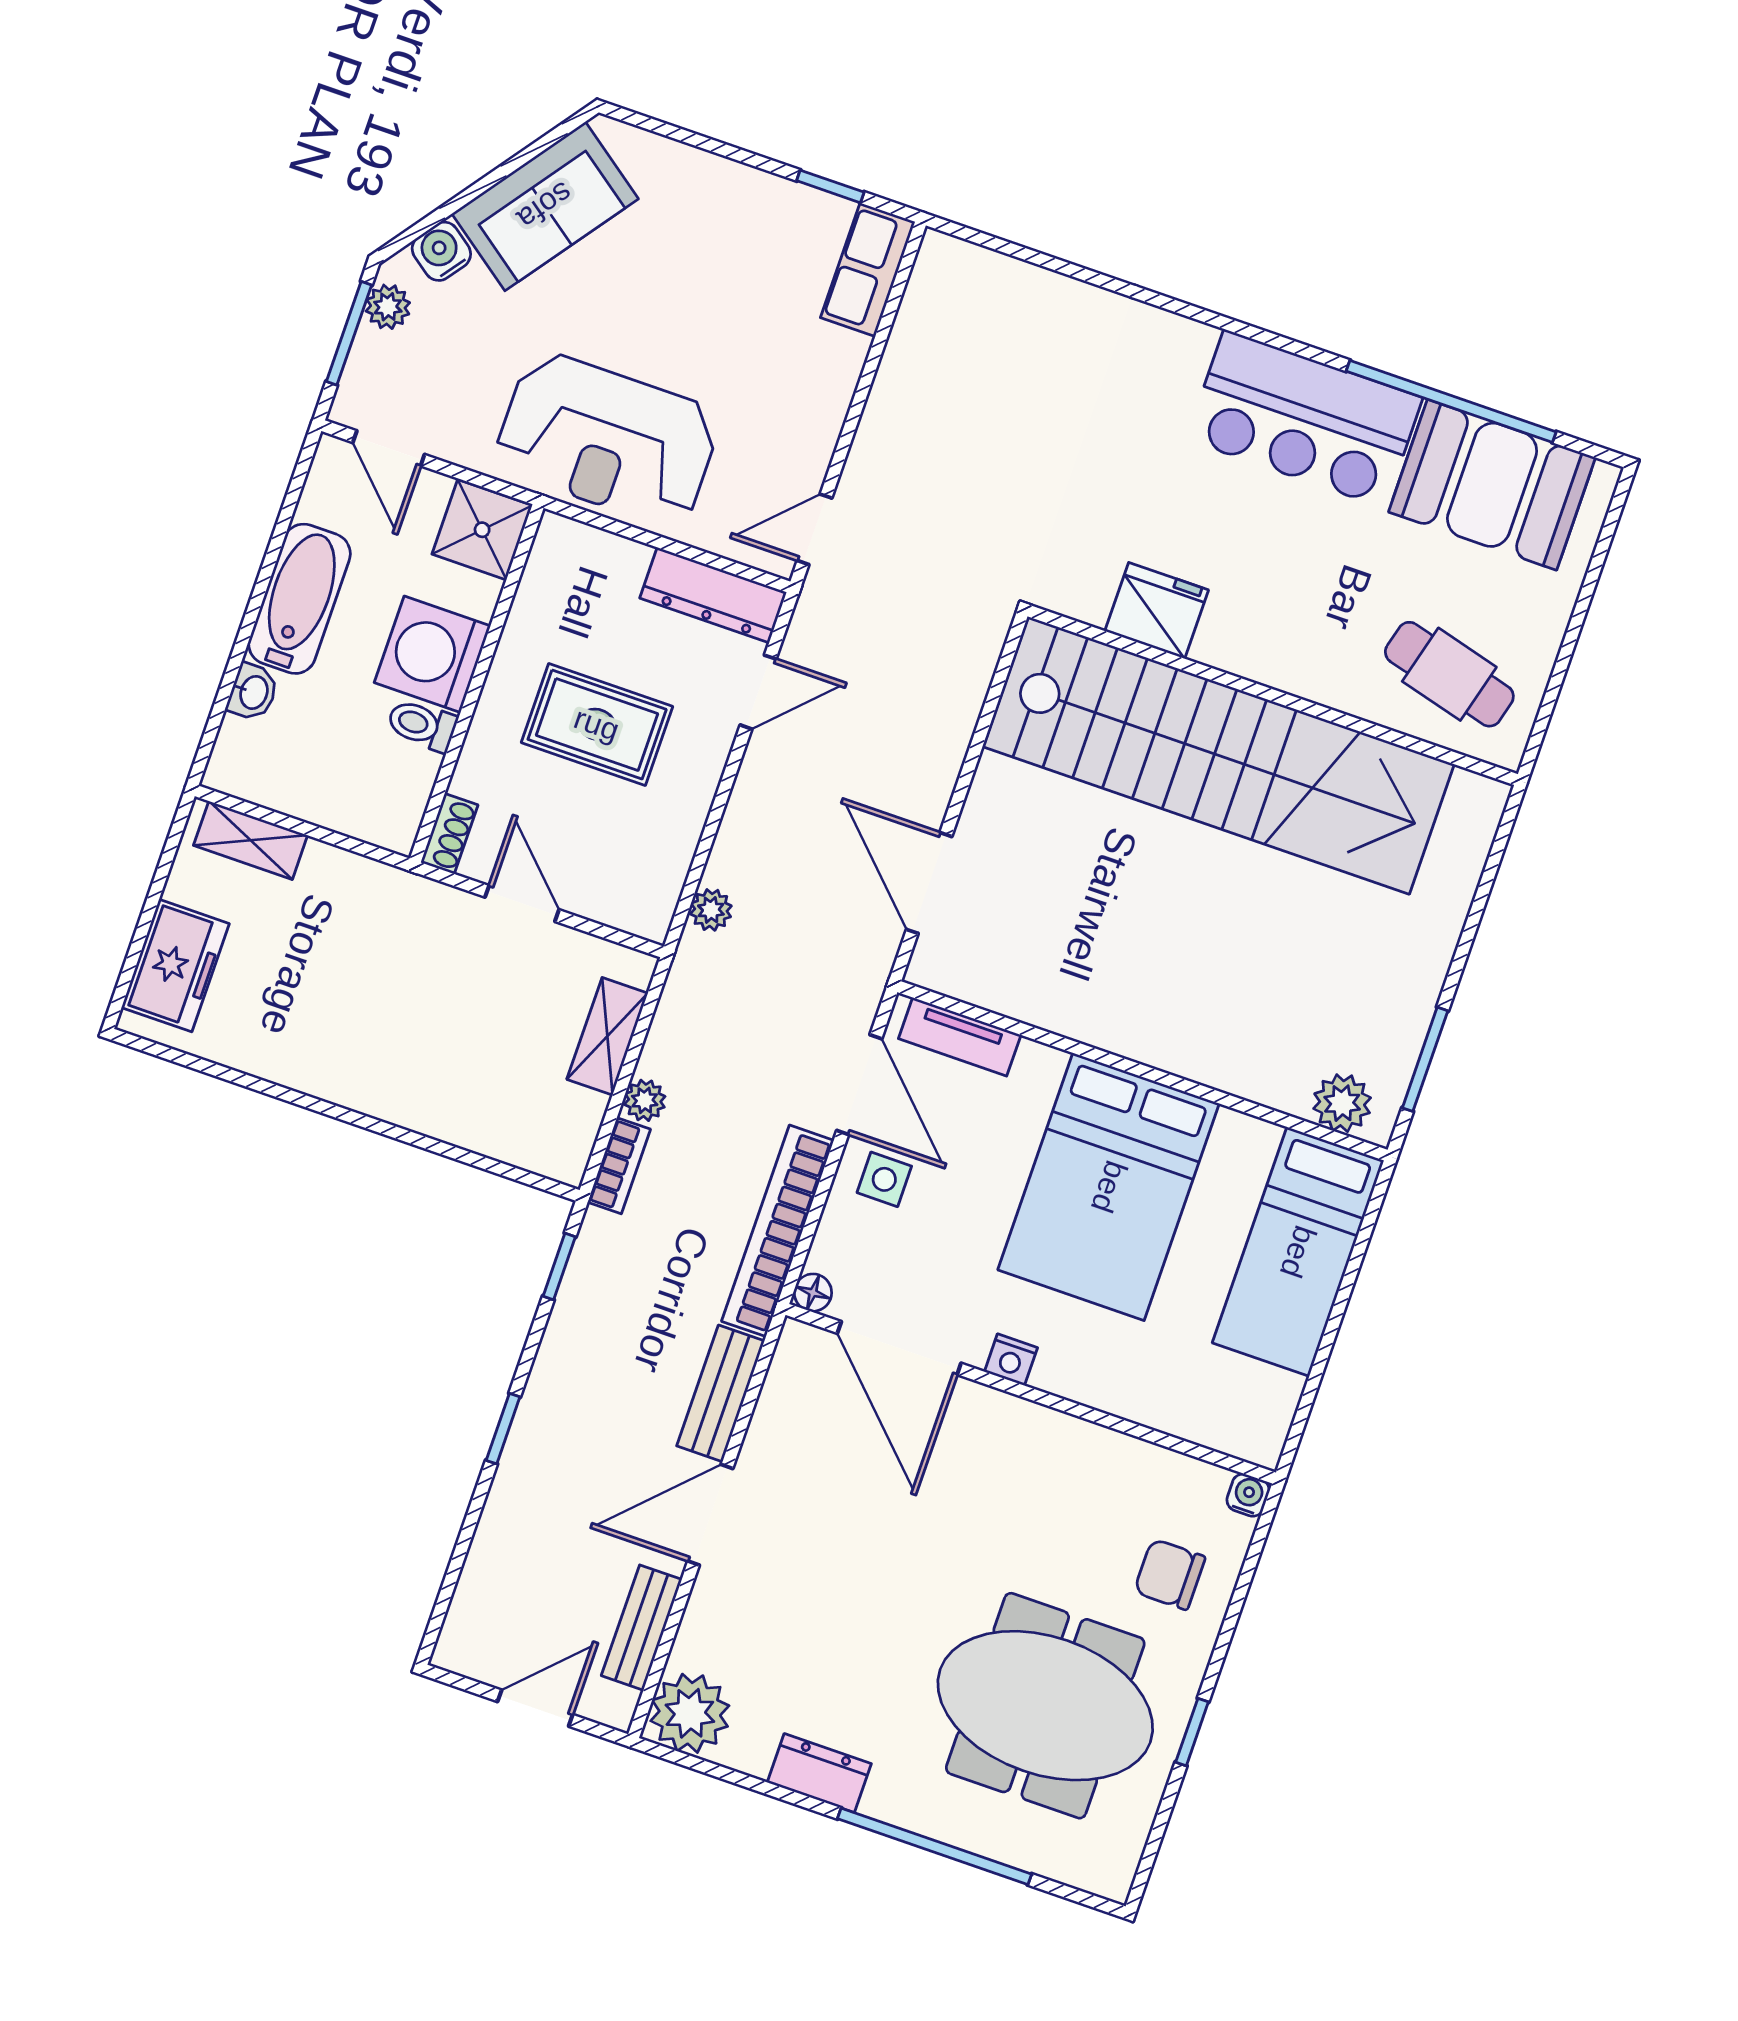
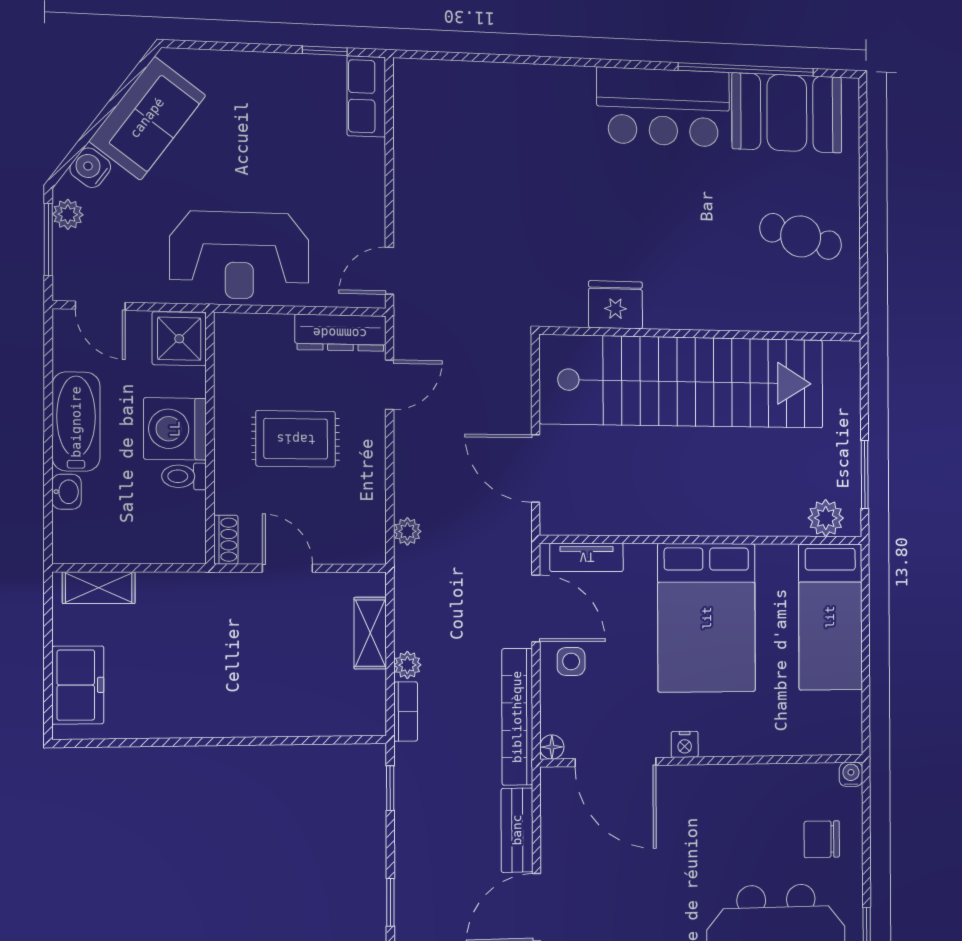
fridge: (1157, 611) -> (615, 305), moved
wall: (1273, 695) -> (702, 334), moved
stairs: (1219, 755) -> (683, 382), moved

